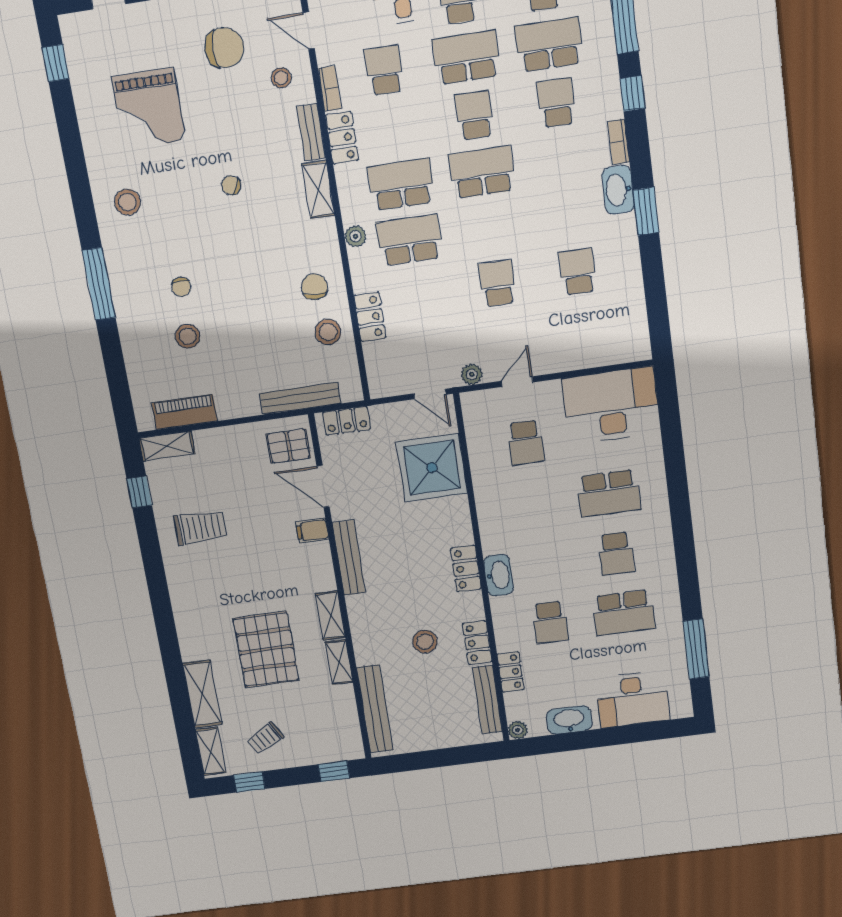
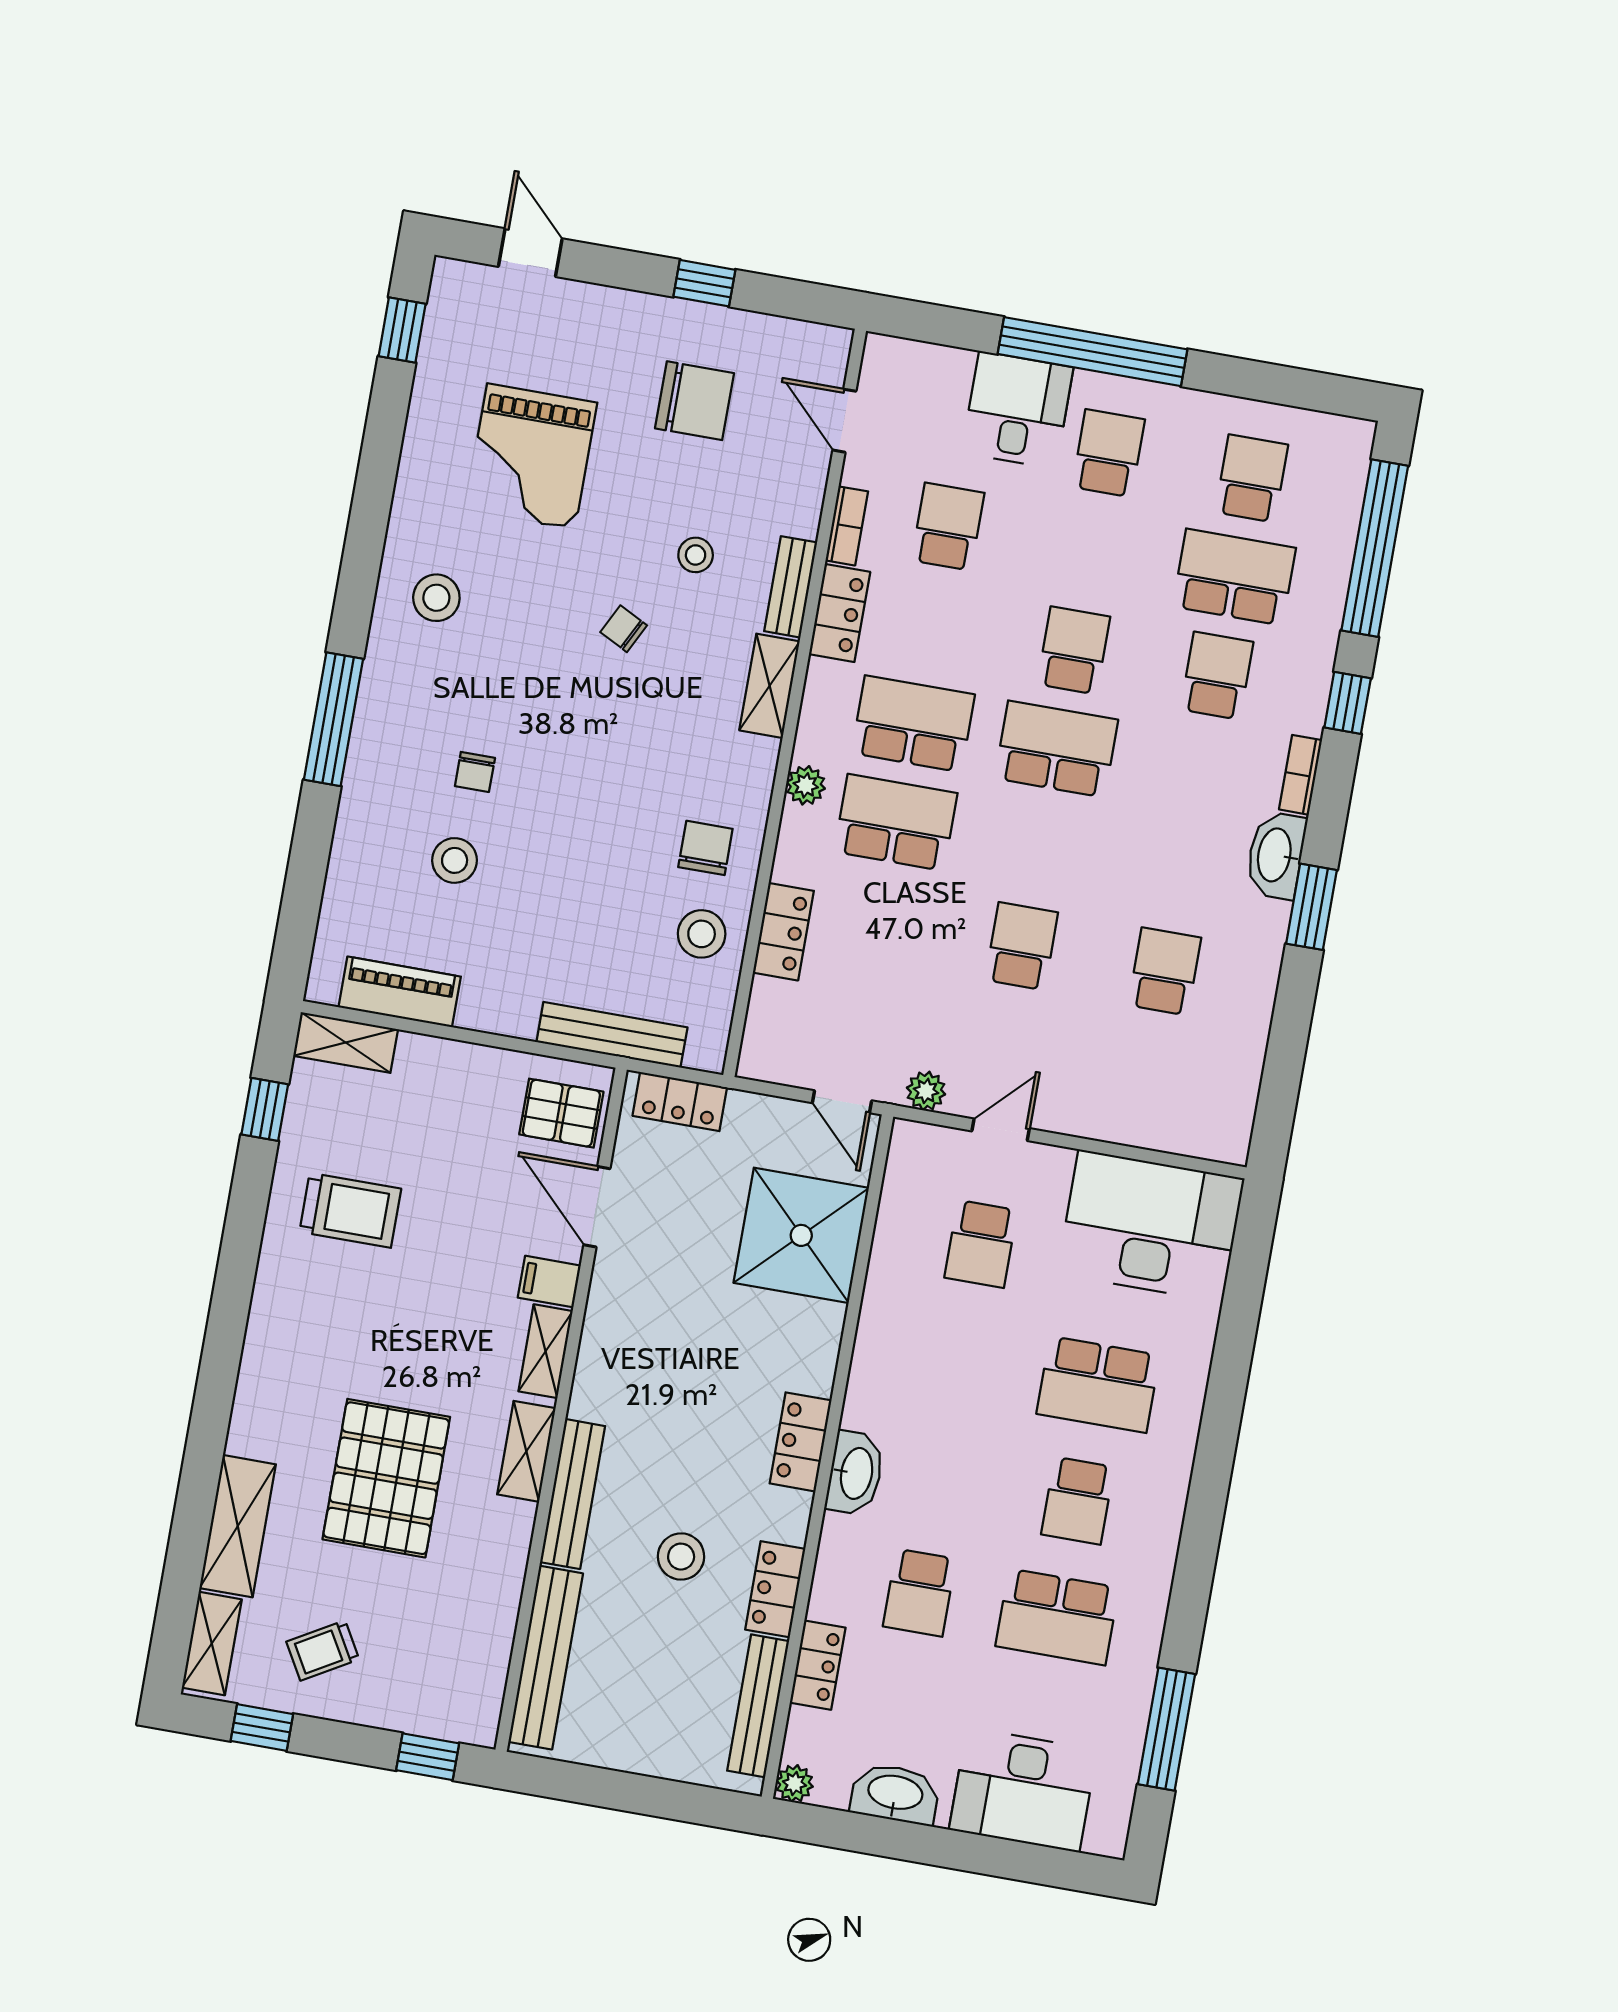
school desk: (466, 57) -> (1091, 552), removed
stool: (281, 78) -> (696, 555), moved
bench: (349, 558) -> (573, 1494), moved
shelving: (339, 662) -> (546, 1351), moved

